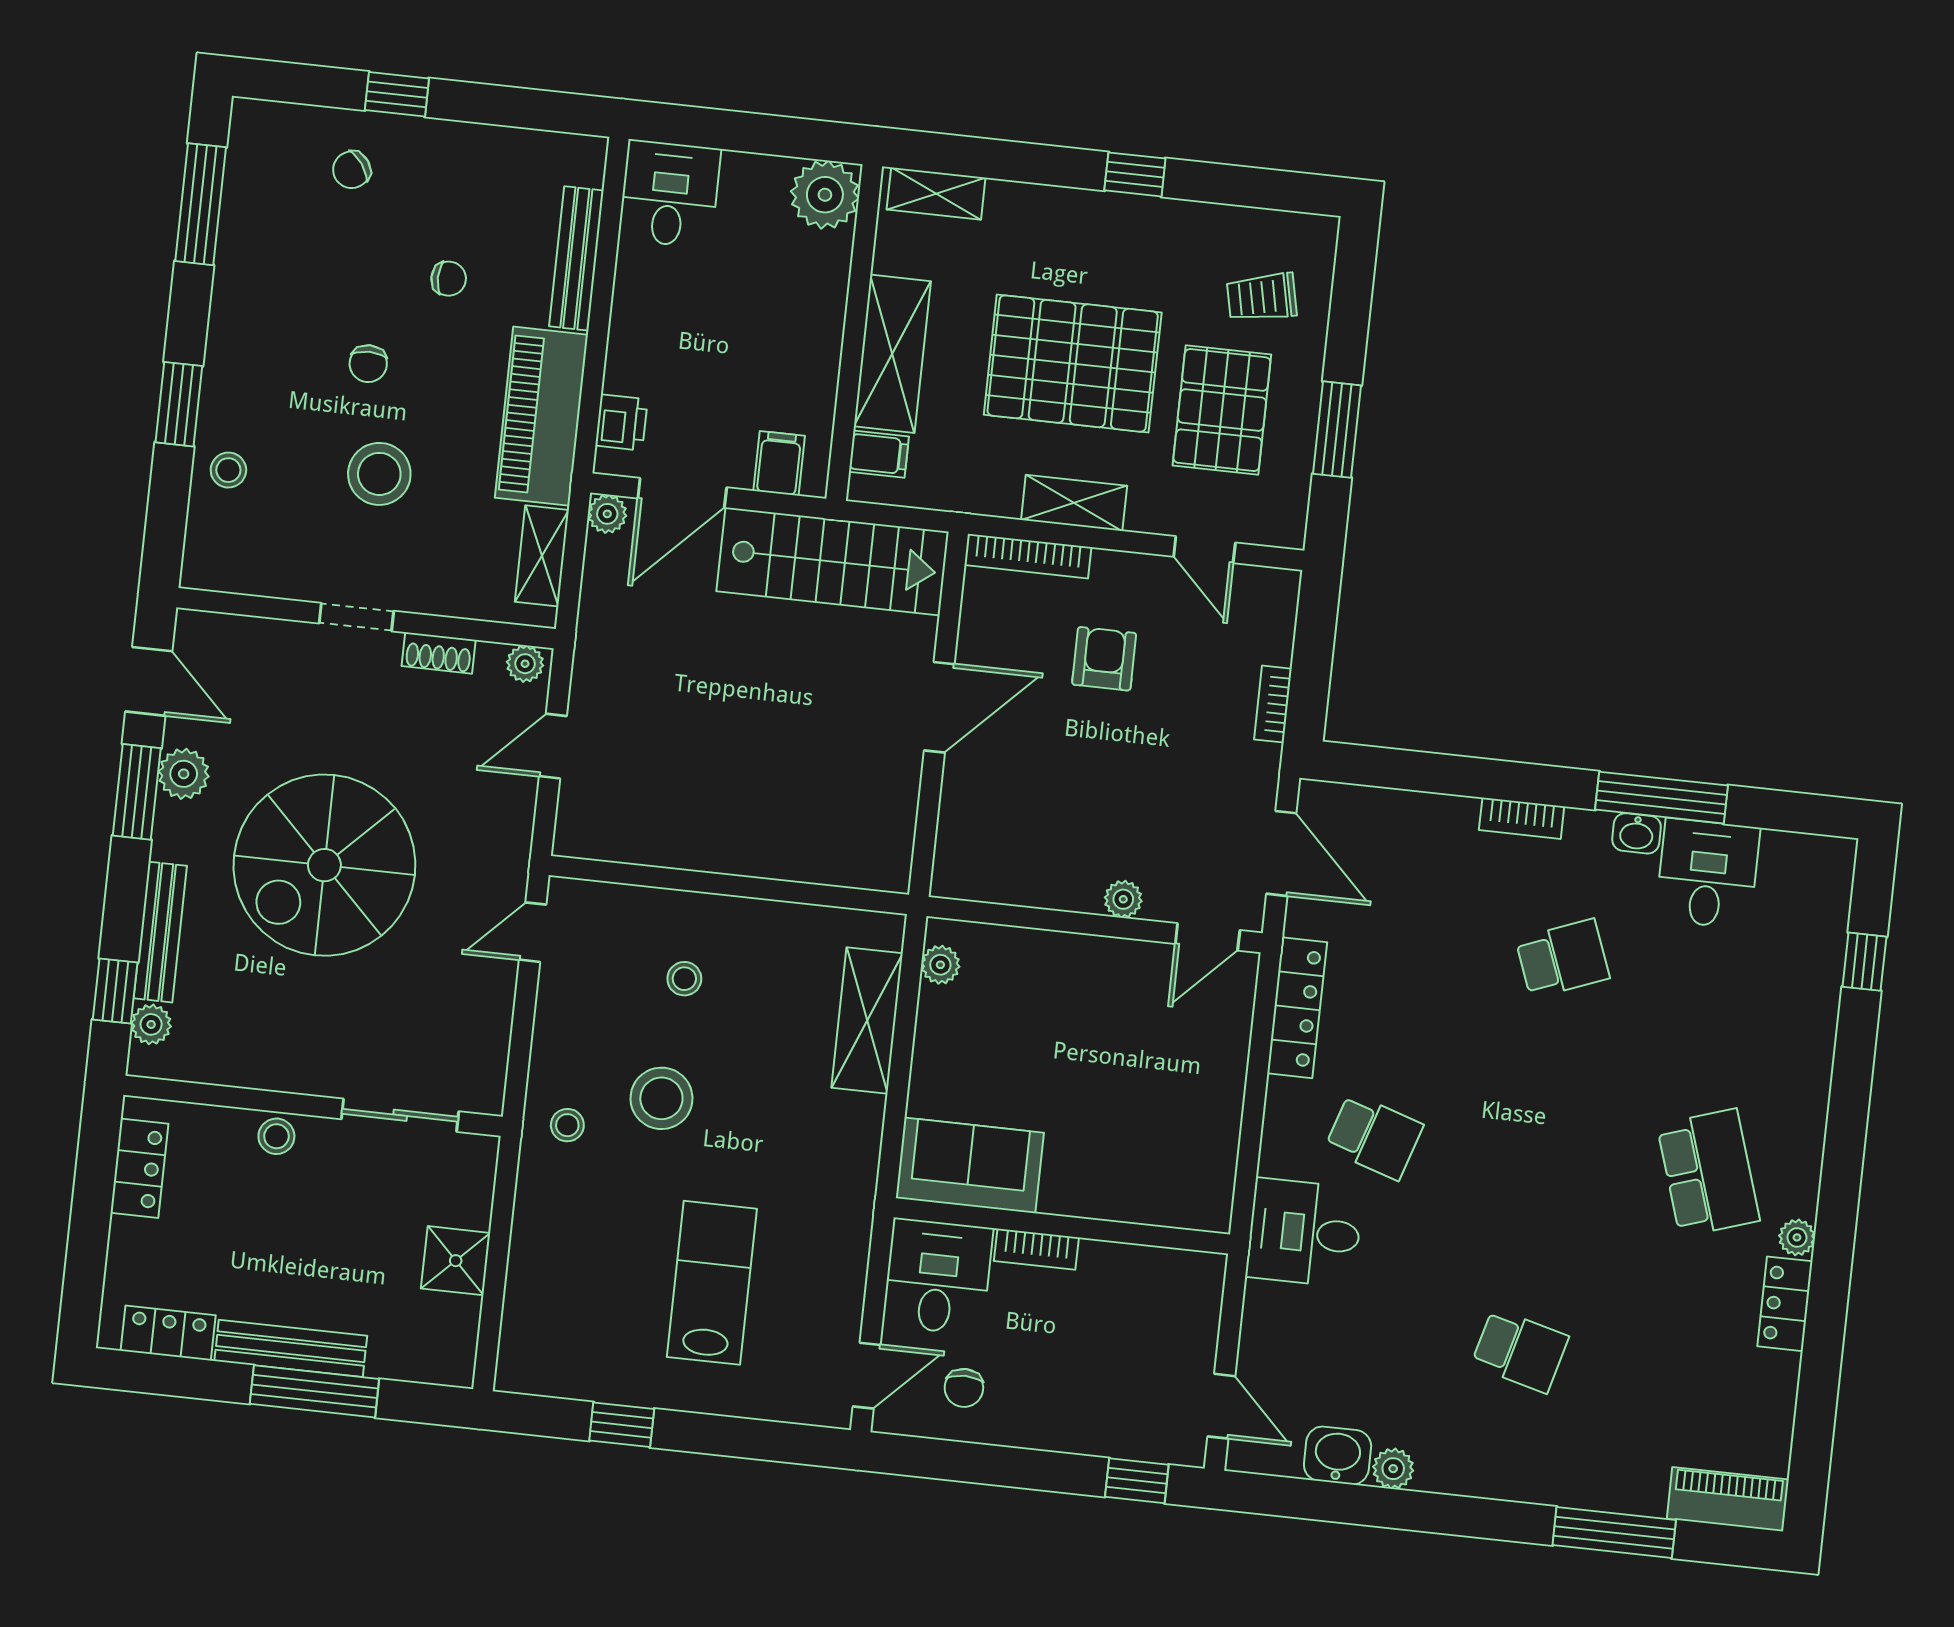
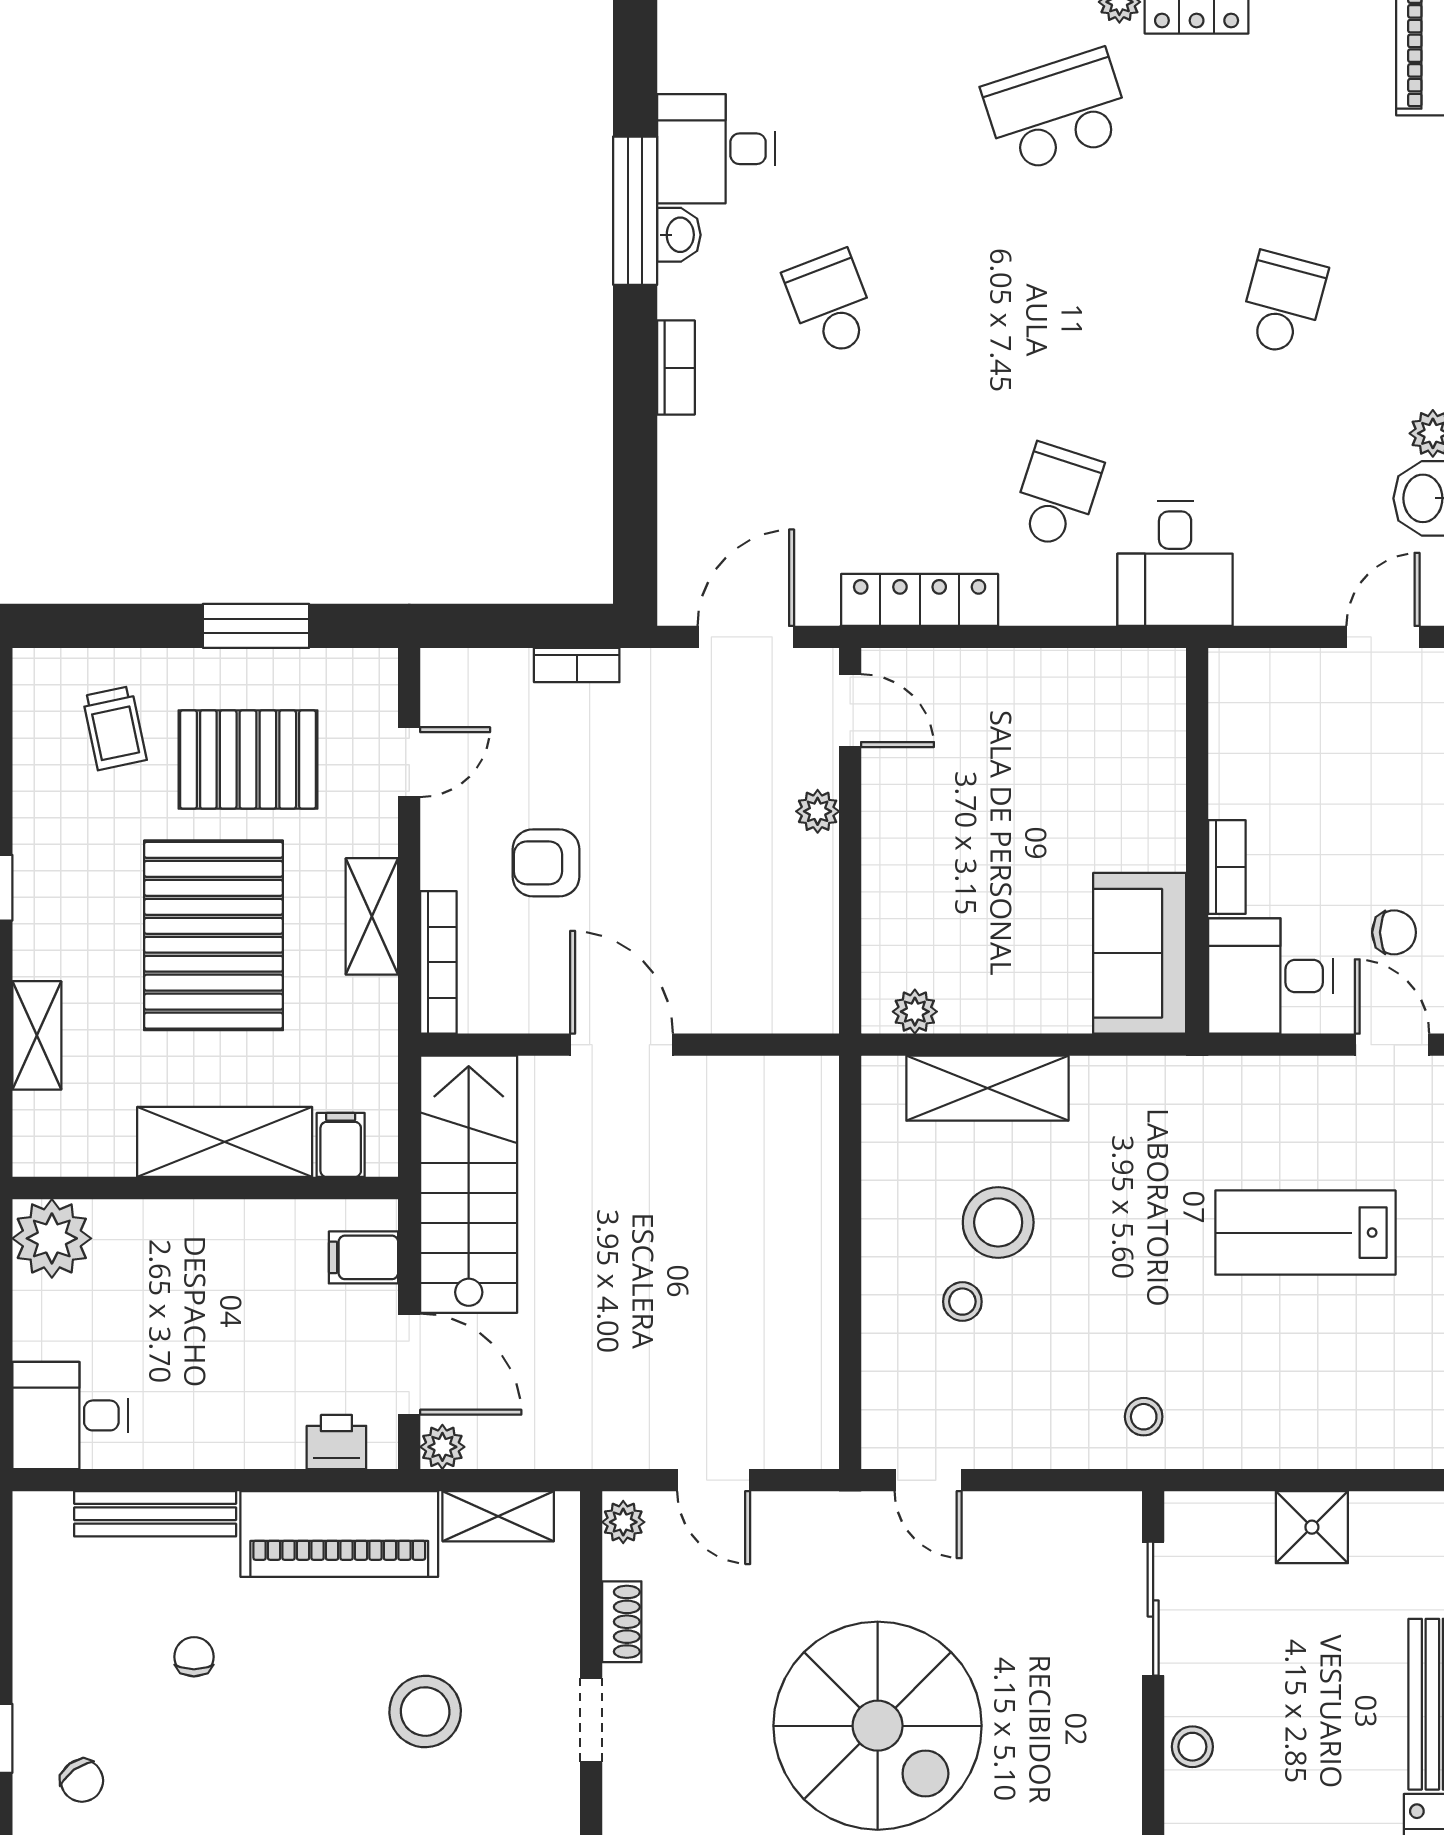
shelving: (936, 194) -> (37, 1035), moved
chair: (368, 364) -> (301, 1738), removed
stool: (661, 1098) -> (998, 1222), moved

